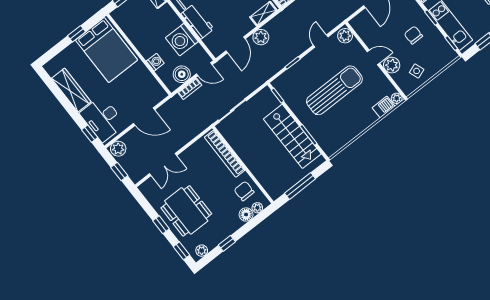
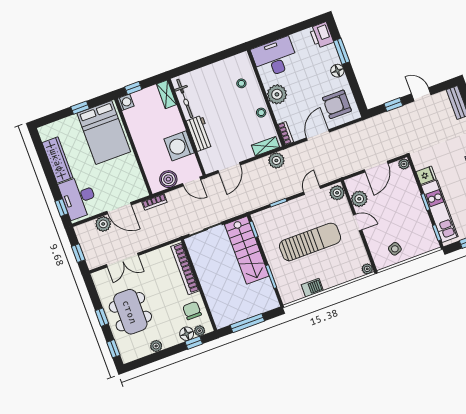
chair: (413, 35) -> (403, 213), removed
plant: (261, 37) -> (276, 160), moved
washing machine: (155, 62) -> (126, 102), moved
plant: (392, 65) -> (359, 199), moved
bookcase: (190, 89) -> (154, 202), moved
barbecue: (383, 107) -> (312, 288), moved
stairs: (292, 136) -> (247, 250), moved
plant: (118, 149) -> (103, 224), moved
window: (227, 243) -> (194, 343), moved
plant: (202, 251) -> (156, 346), moved

